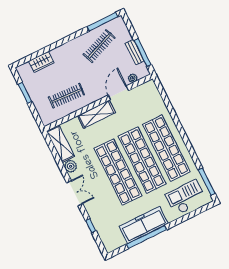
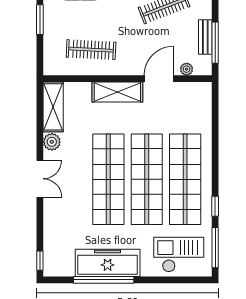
window: (194, 156) -> (215, 206), added
window: (91, 226) -> (40, 261), moved

